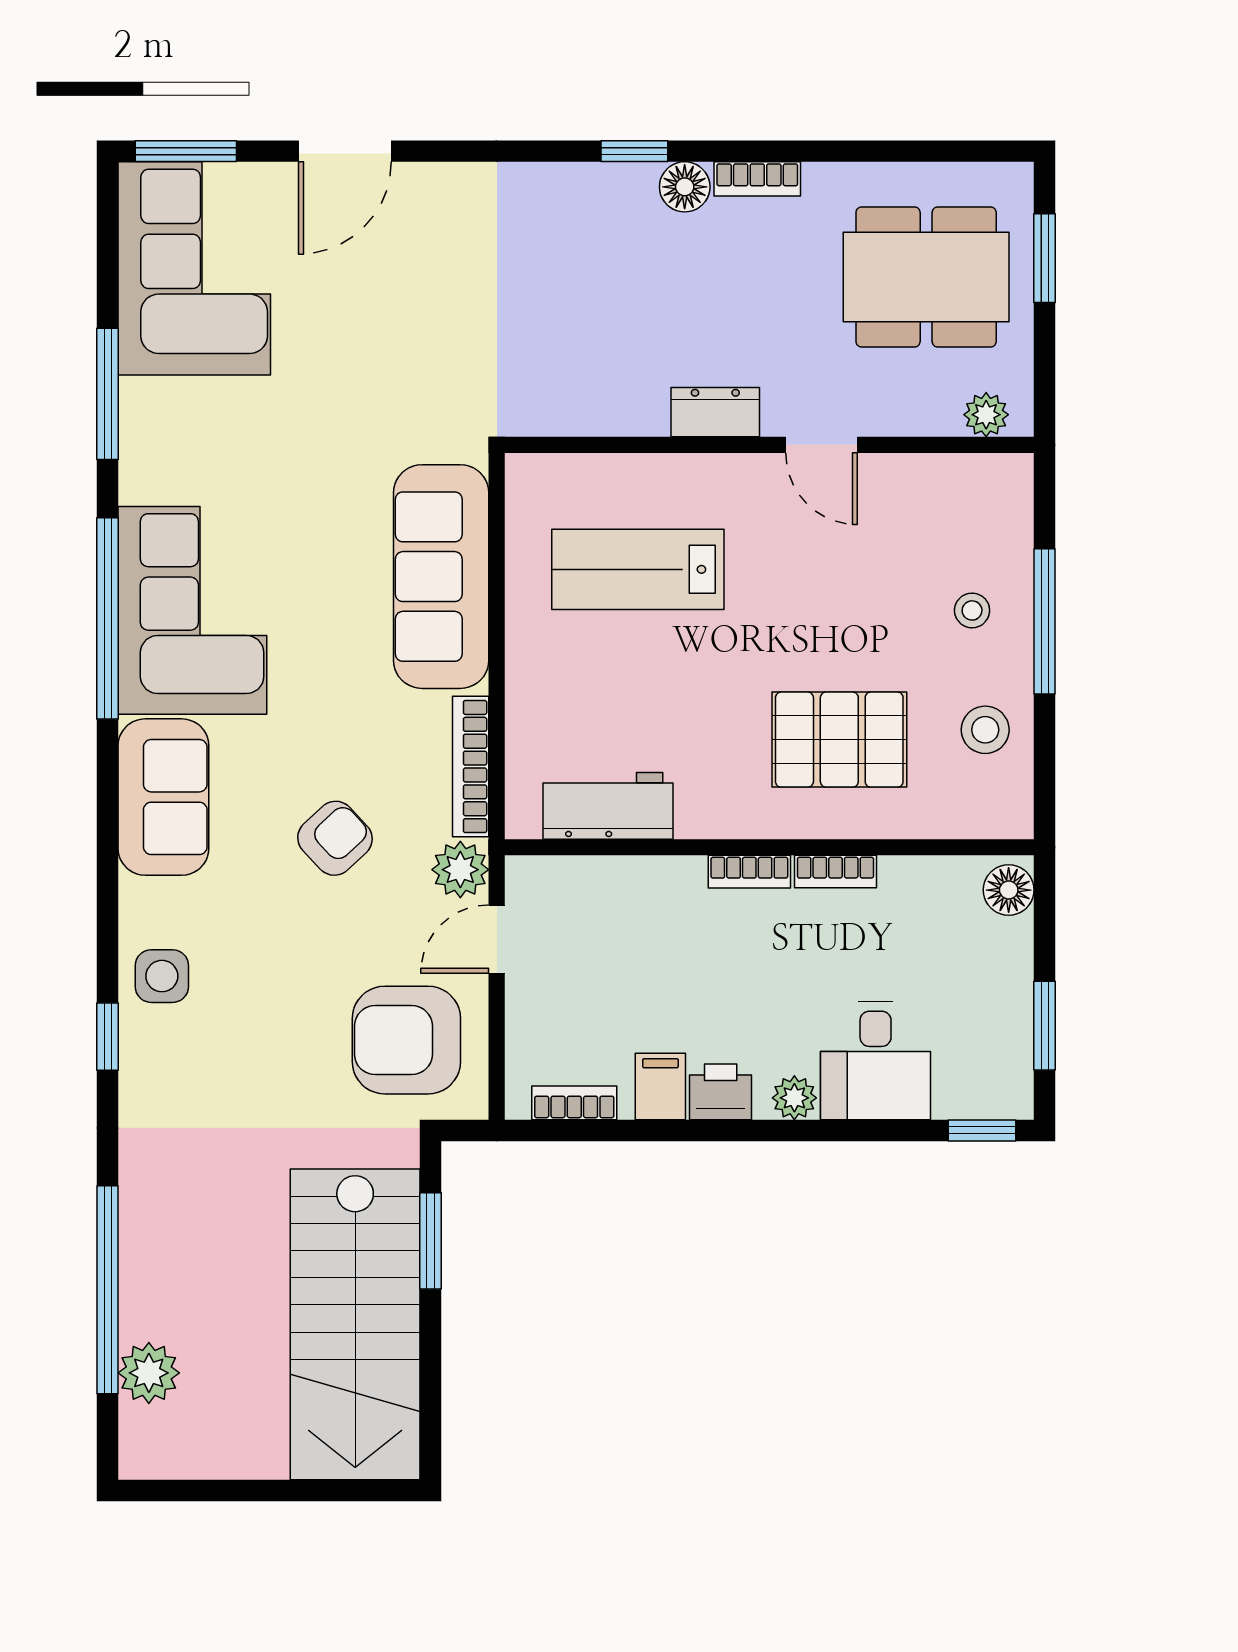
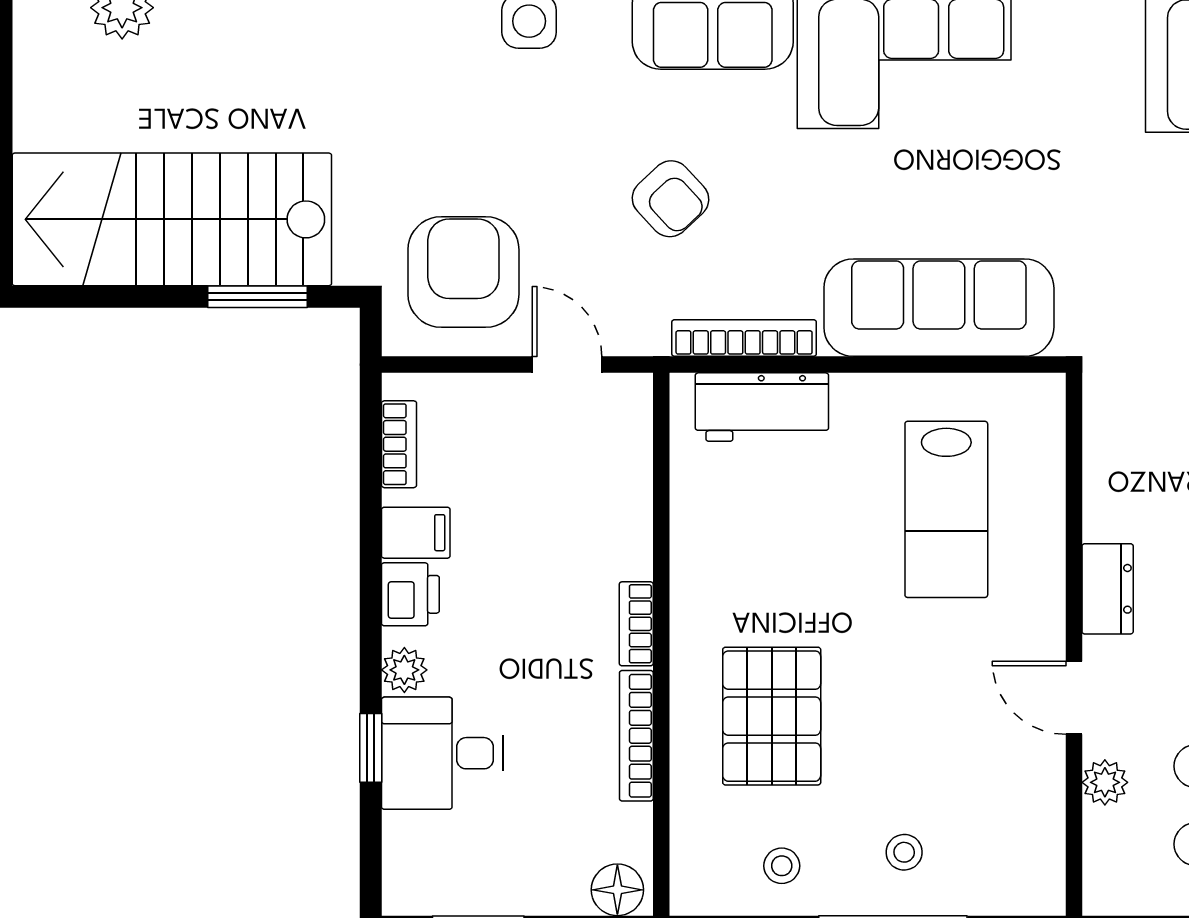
plant: (986, 415) -> (1105, 782), moved
door: (821, 445) -> (1074, 698), hinge flipped
lab bench: (638, 569) -> (946, 509), turned 180
stool: (985, 730) -> (782, 866), width x0.73, depth x0.73
workbench: (608, 806) -> (762, 407), moved, turned 90
plant: (460, 870) -> (638, 327), removed
bookcase: (836, 872) -> (636, 736), width x1.56
window: (982, 1130) -> (371, 748), moved

